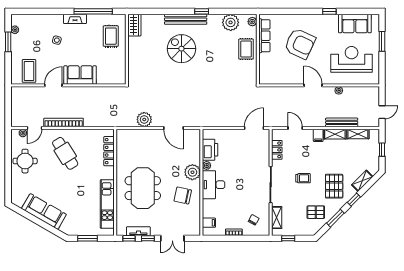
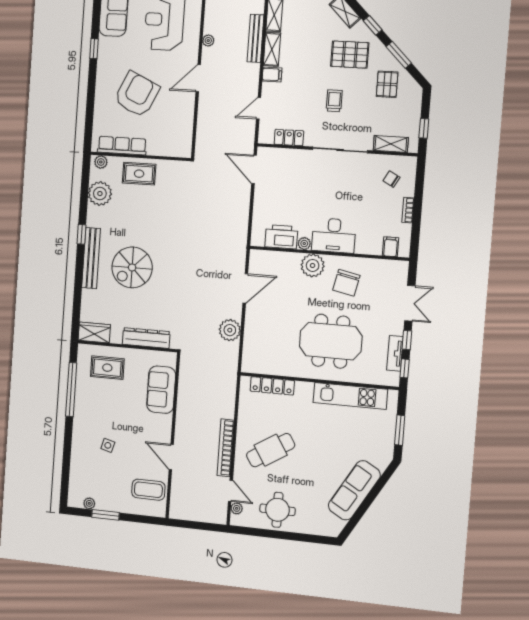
fireplace: (75, 19) -> (80, 416), removed
dresser: (134, 62) -> (146, 338), added
sofa: (80, 75) -> (161, 390), moved

